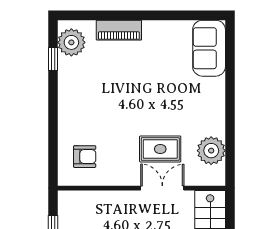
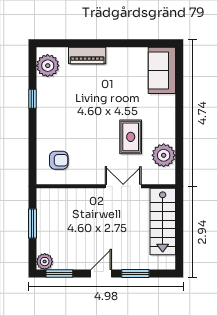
window: (53, 59) -> (33, 99), moved
rug: (160, 149) -> (131, 137), moved, turned 90

